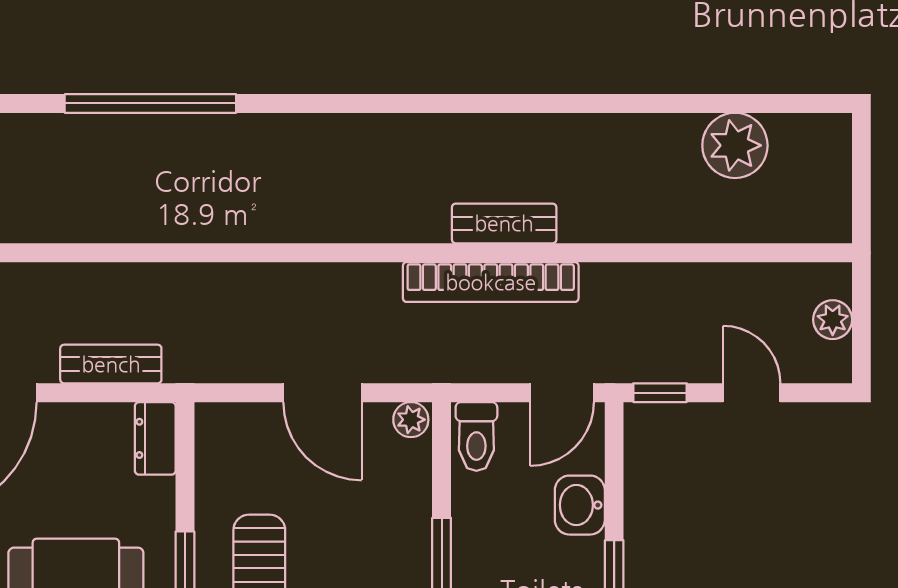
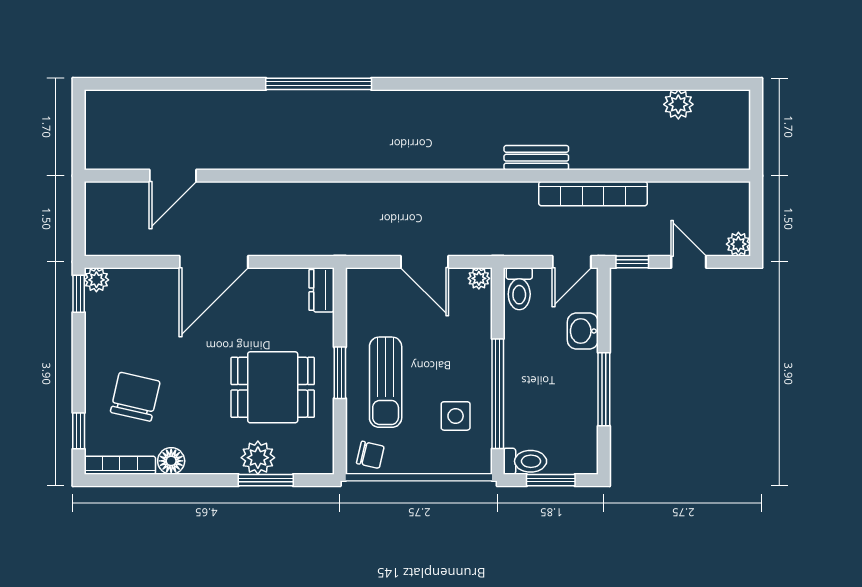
plant: (735, 145) -> (678, 104), width x0.73, depth x0.73
bookcase: (491, 282) -> (593, 194), moved
plant: (833, 320) -> (738, 244), moved
bench: (111, 364) -> (294, 244), removed

